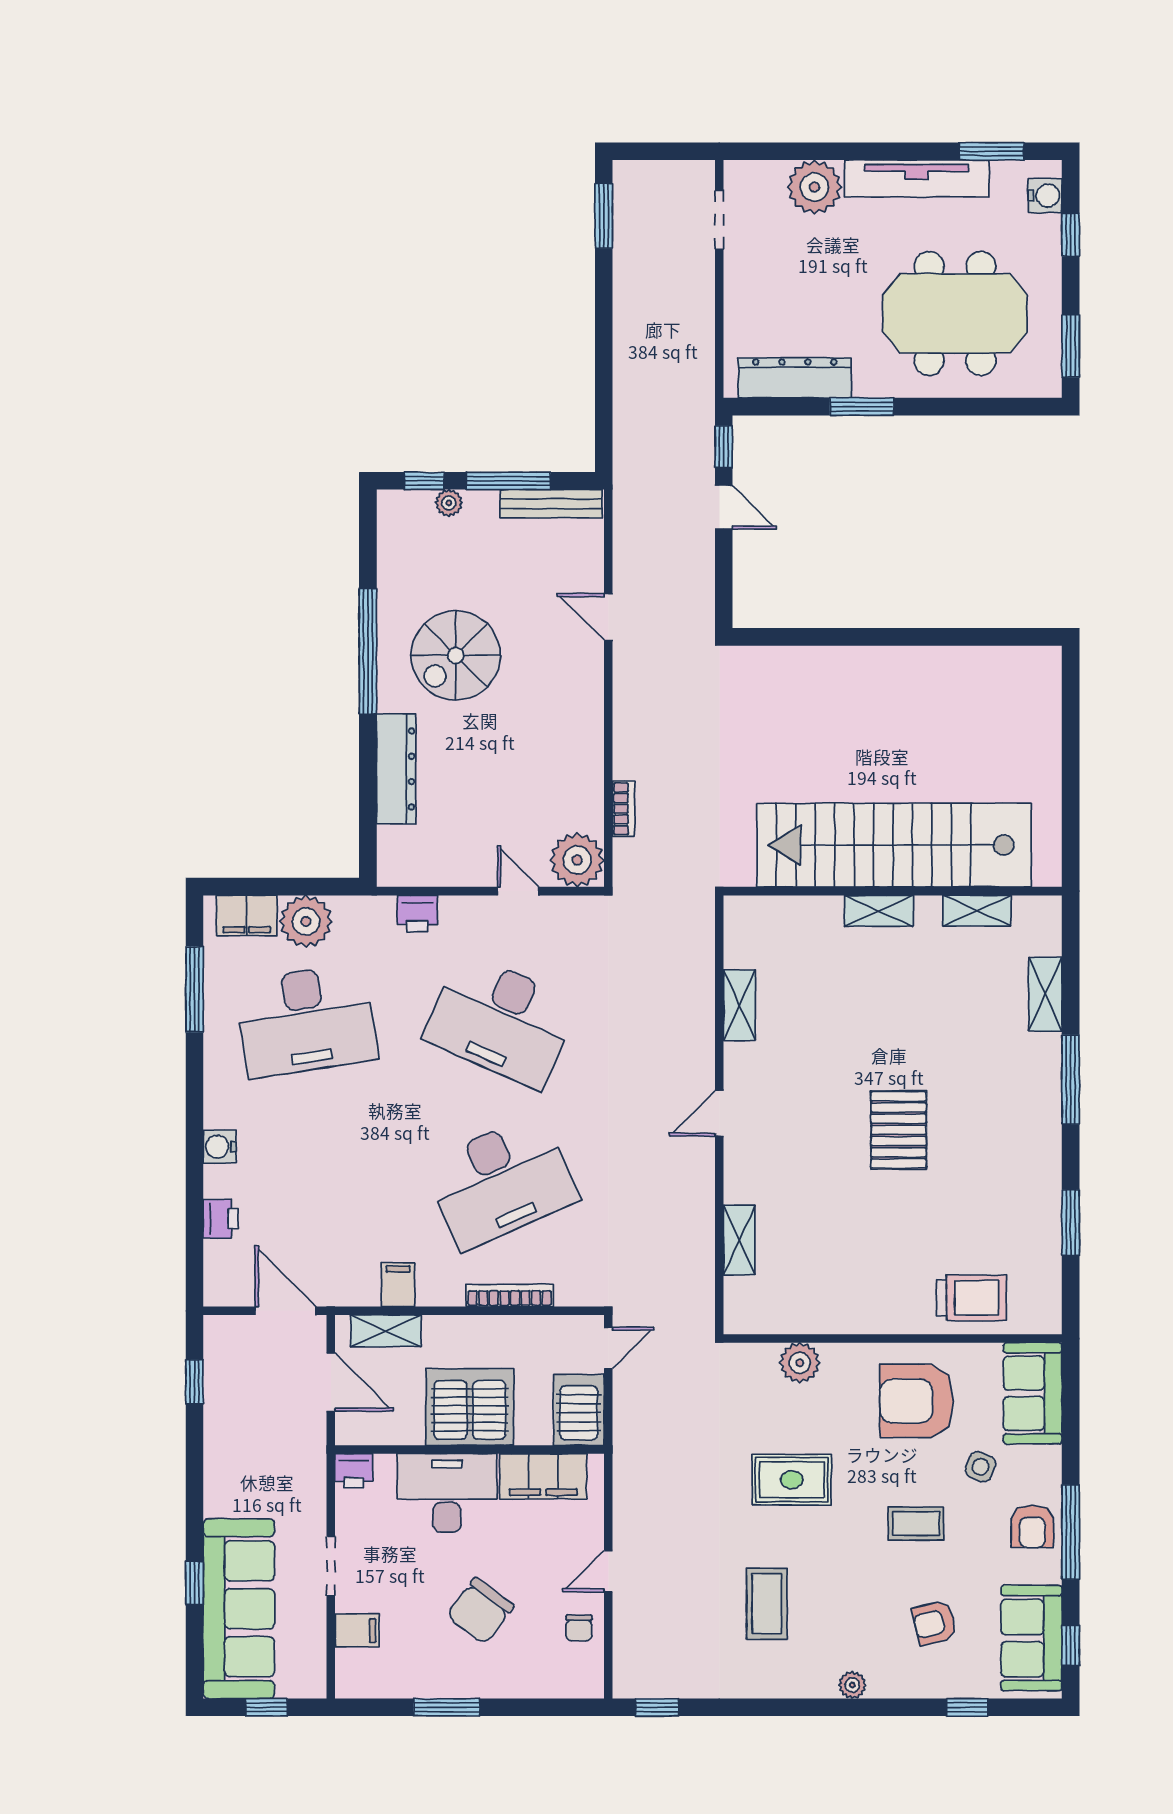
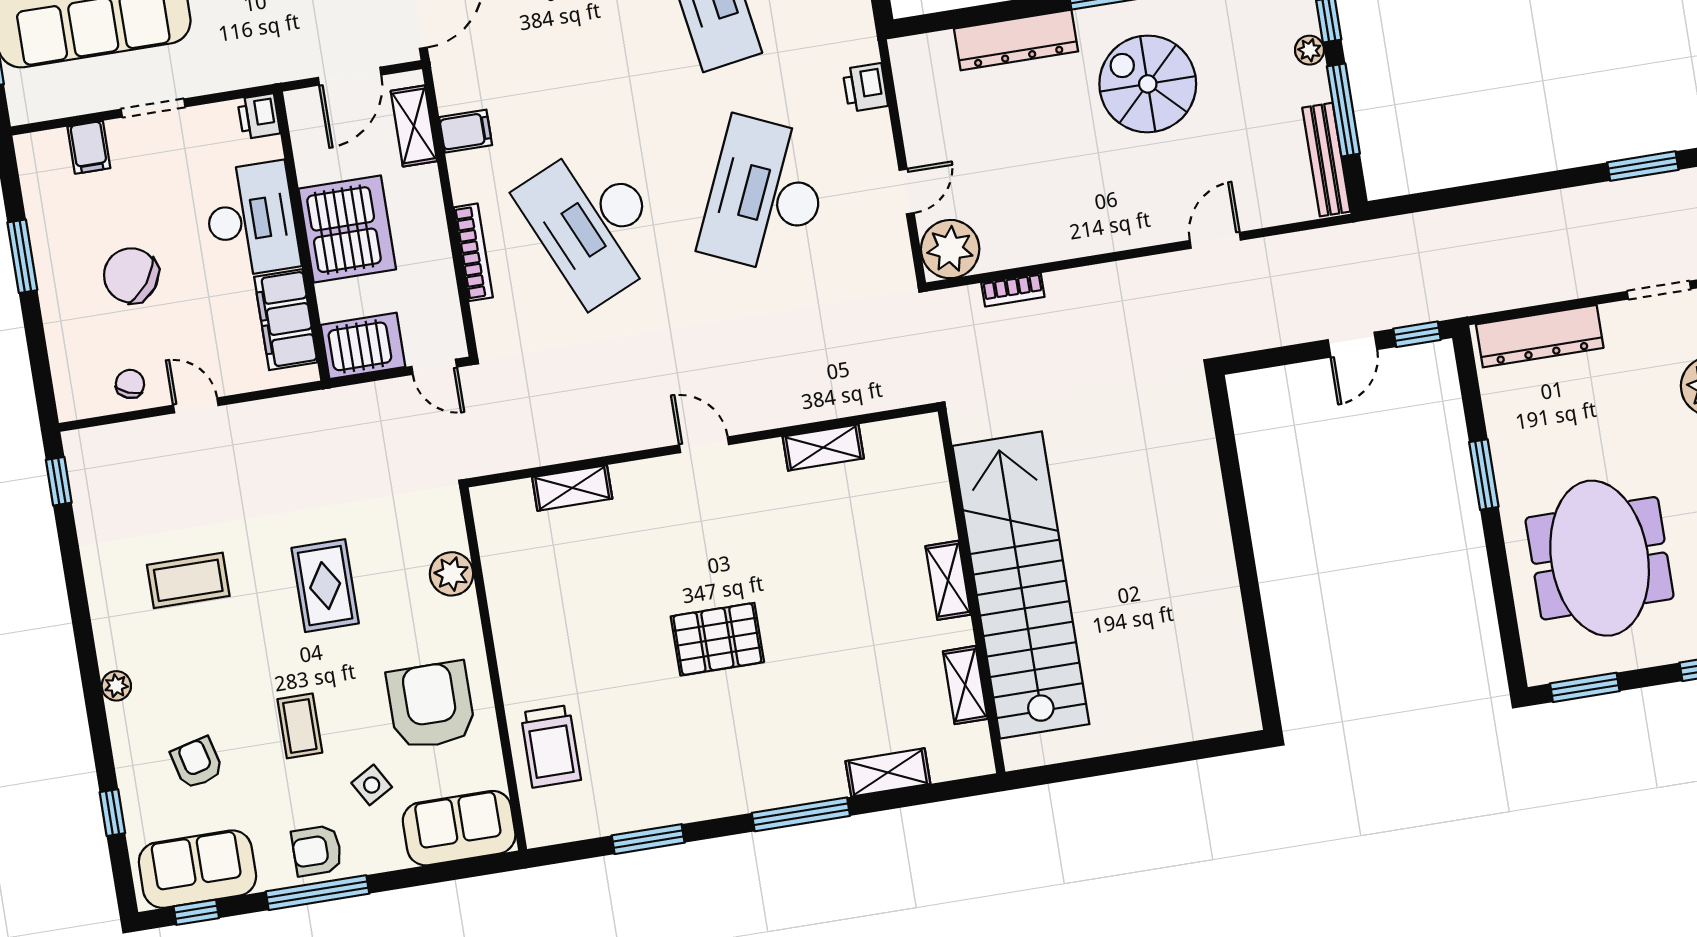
dresser: (795, 378) -> (1540, 336), moved, turned 90
side table: (980, 1467) -> (372, 785), turned 37
chair: (579, 1628) -> (130, 384), turned 112

